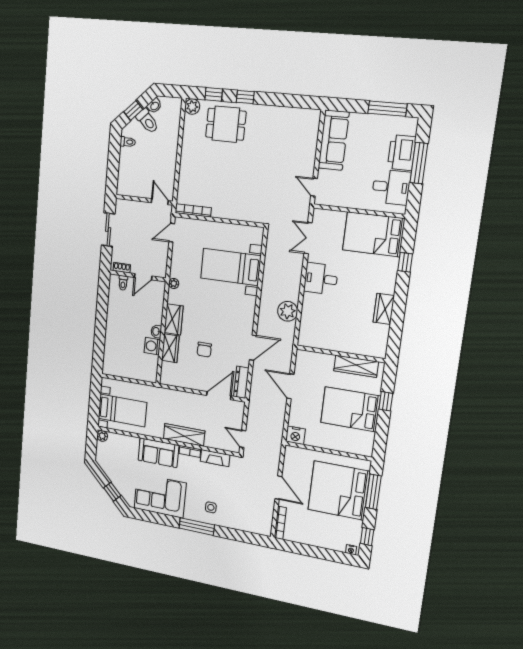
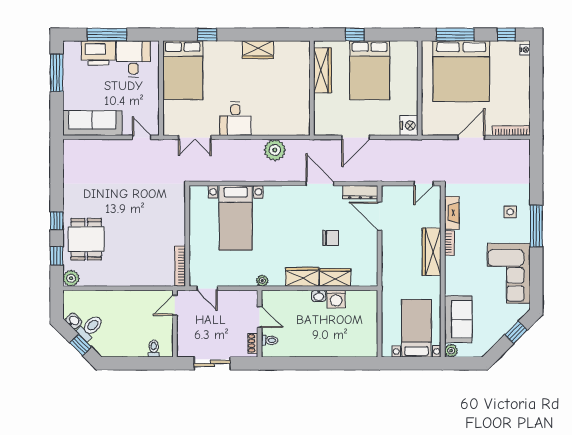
toilet: (128, 142) -> (154, 349), moved
door: (314, 187) -> (142, 137), swing flipped
sofa: (158, 453) -> (458, 319), moved

